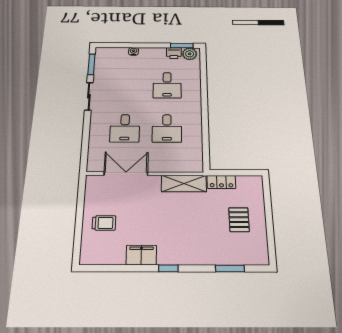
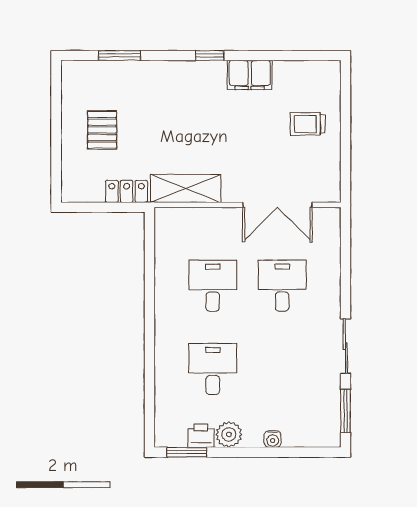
plant: (190, 54) -> (229, 434), moved

